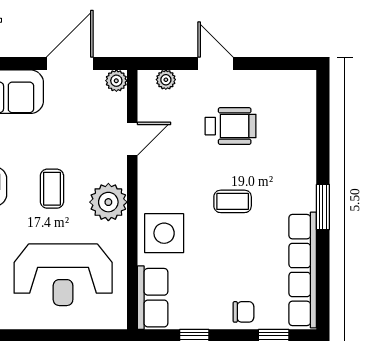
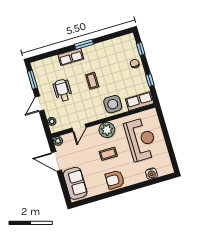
window: (276, 64) -> (32, 80), added
door: (132, 139) -> (79, 128), swing flipped
row of seats: (303, 270) -> (71, 57), moved, width x0.50

